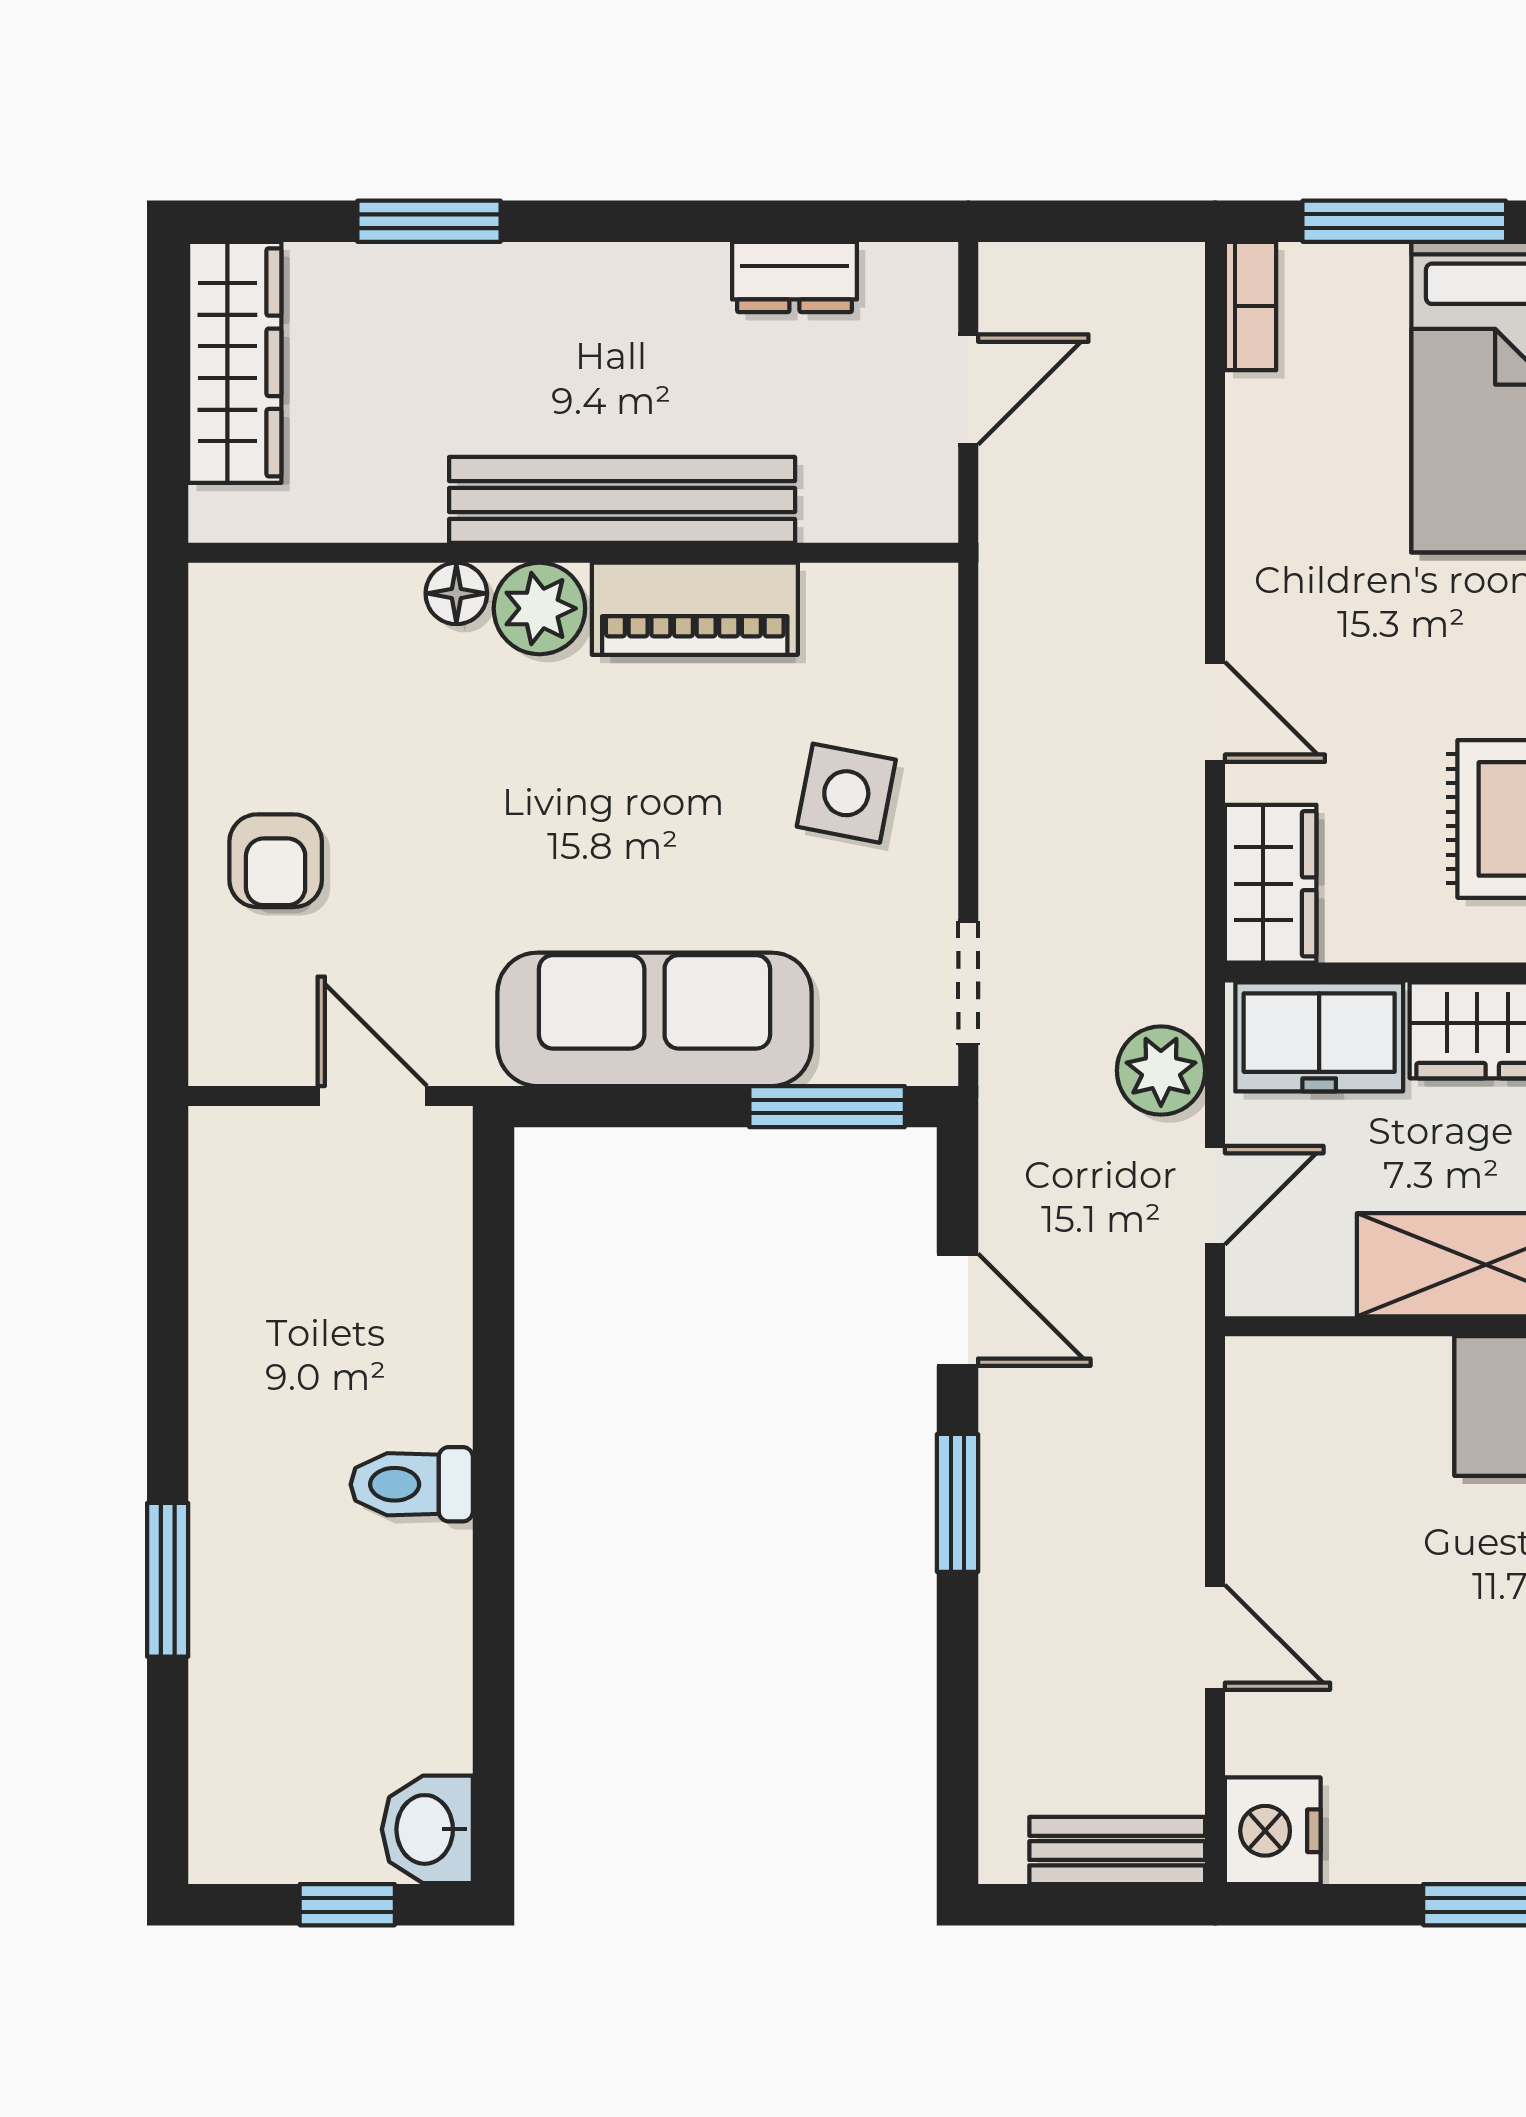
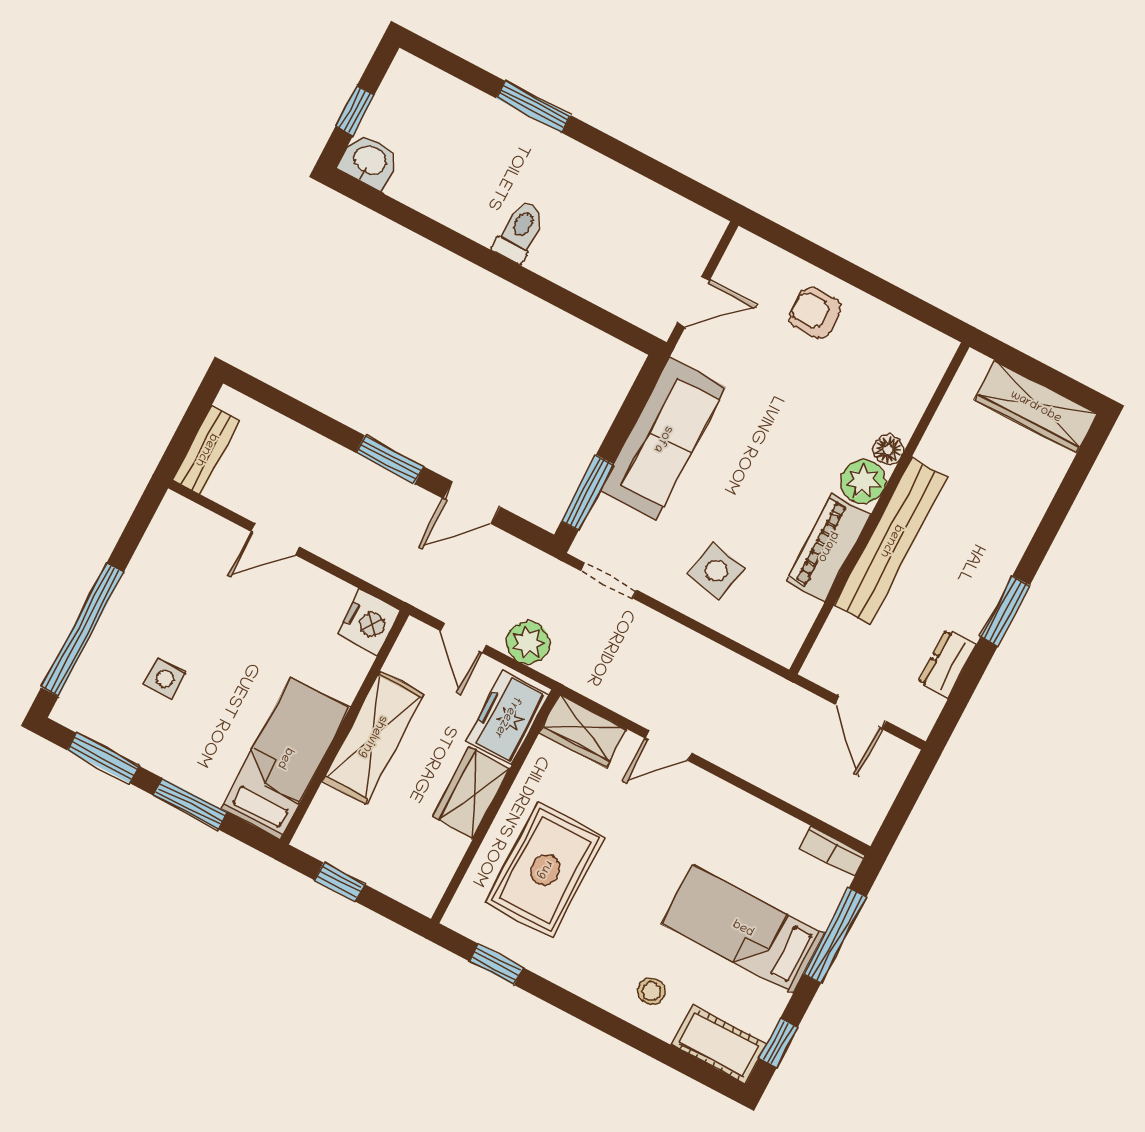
window: (429, 221) -> (1005, 611), moved
nightstand: (1273, 1831) -> (369, 622), moved, turned 90

